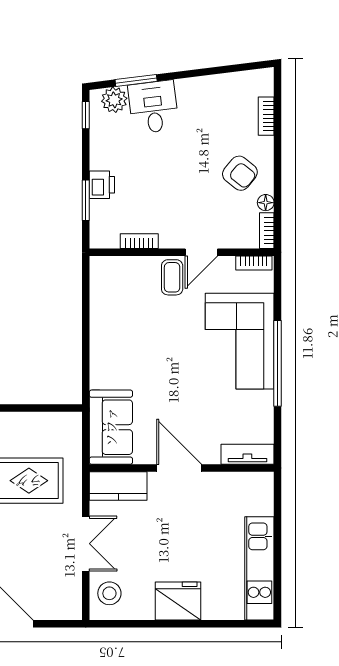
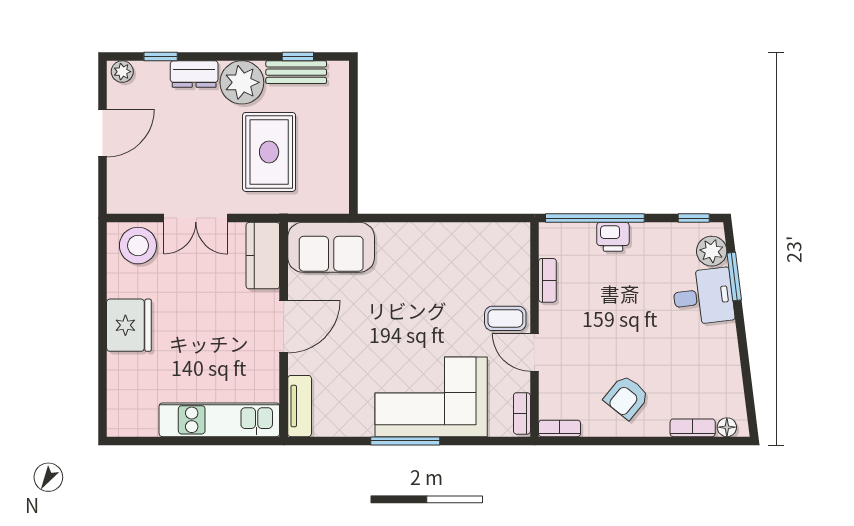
window: (86, 200) -> (595, 218), width x2.11
floor lamp: (266, 203) -> (727, 427), moved
window: (278, 363) -> (405, 441), width x0.68
kitchen unit: (259, 568) -> (219, 420), moved
stool: (109, 593) -> (138, 246), width x1.38, depth x1.38

